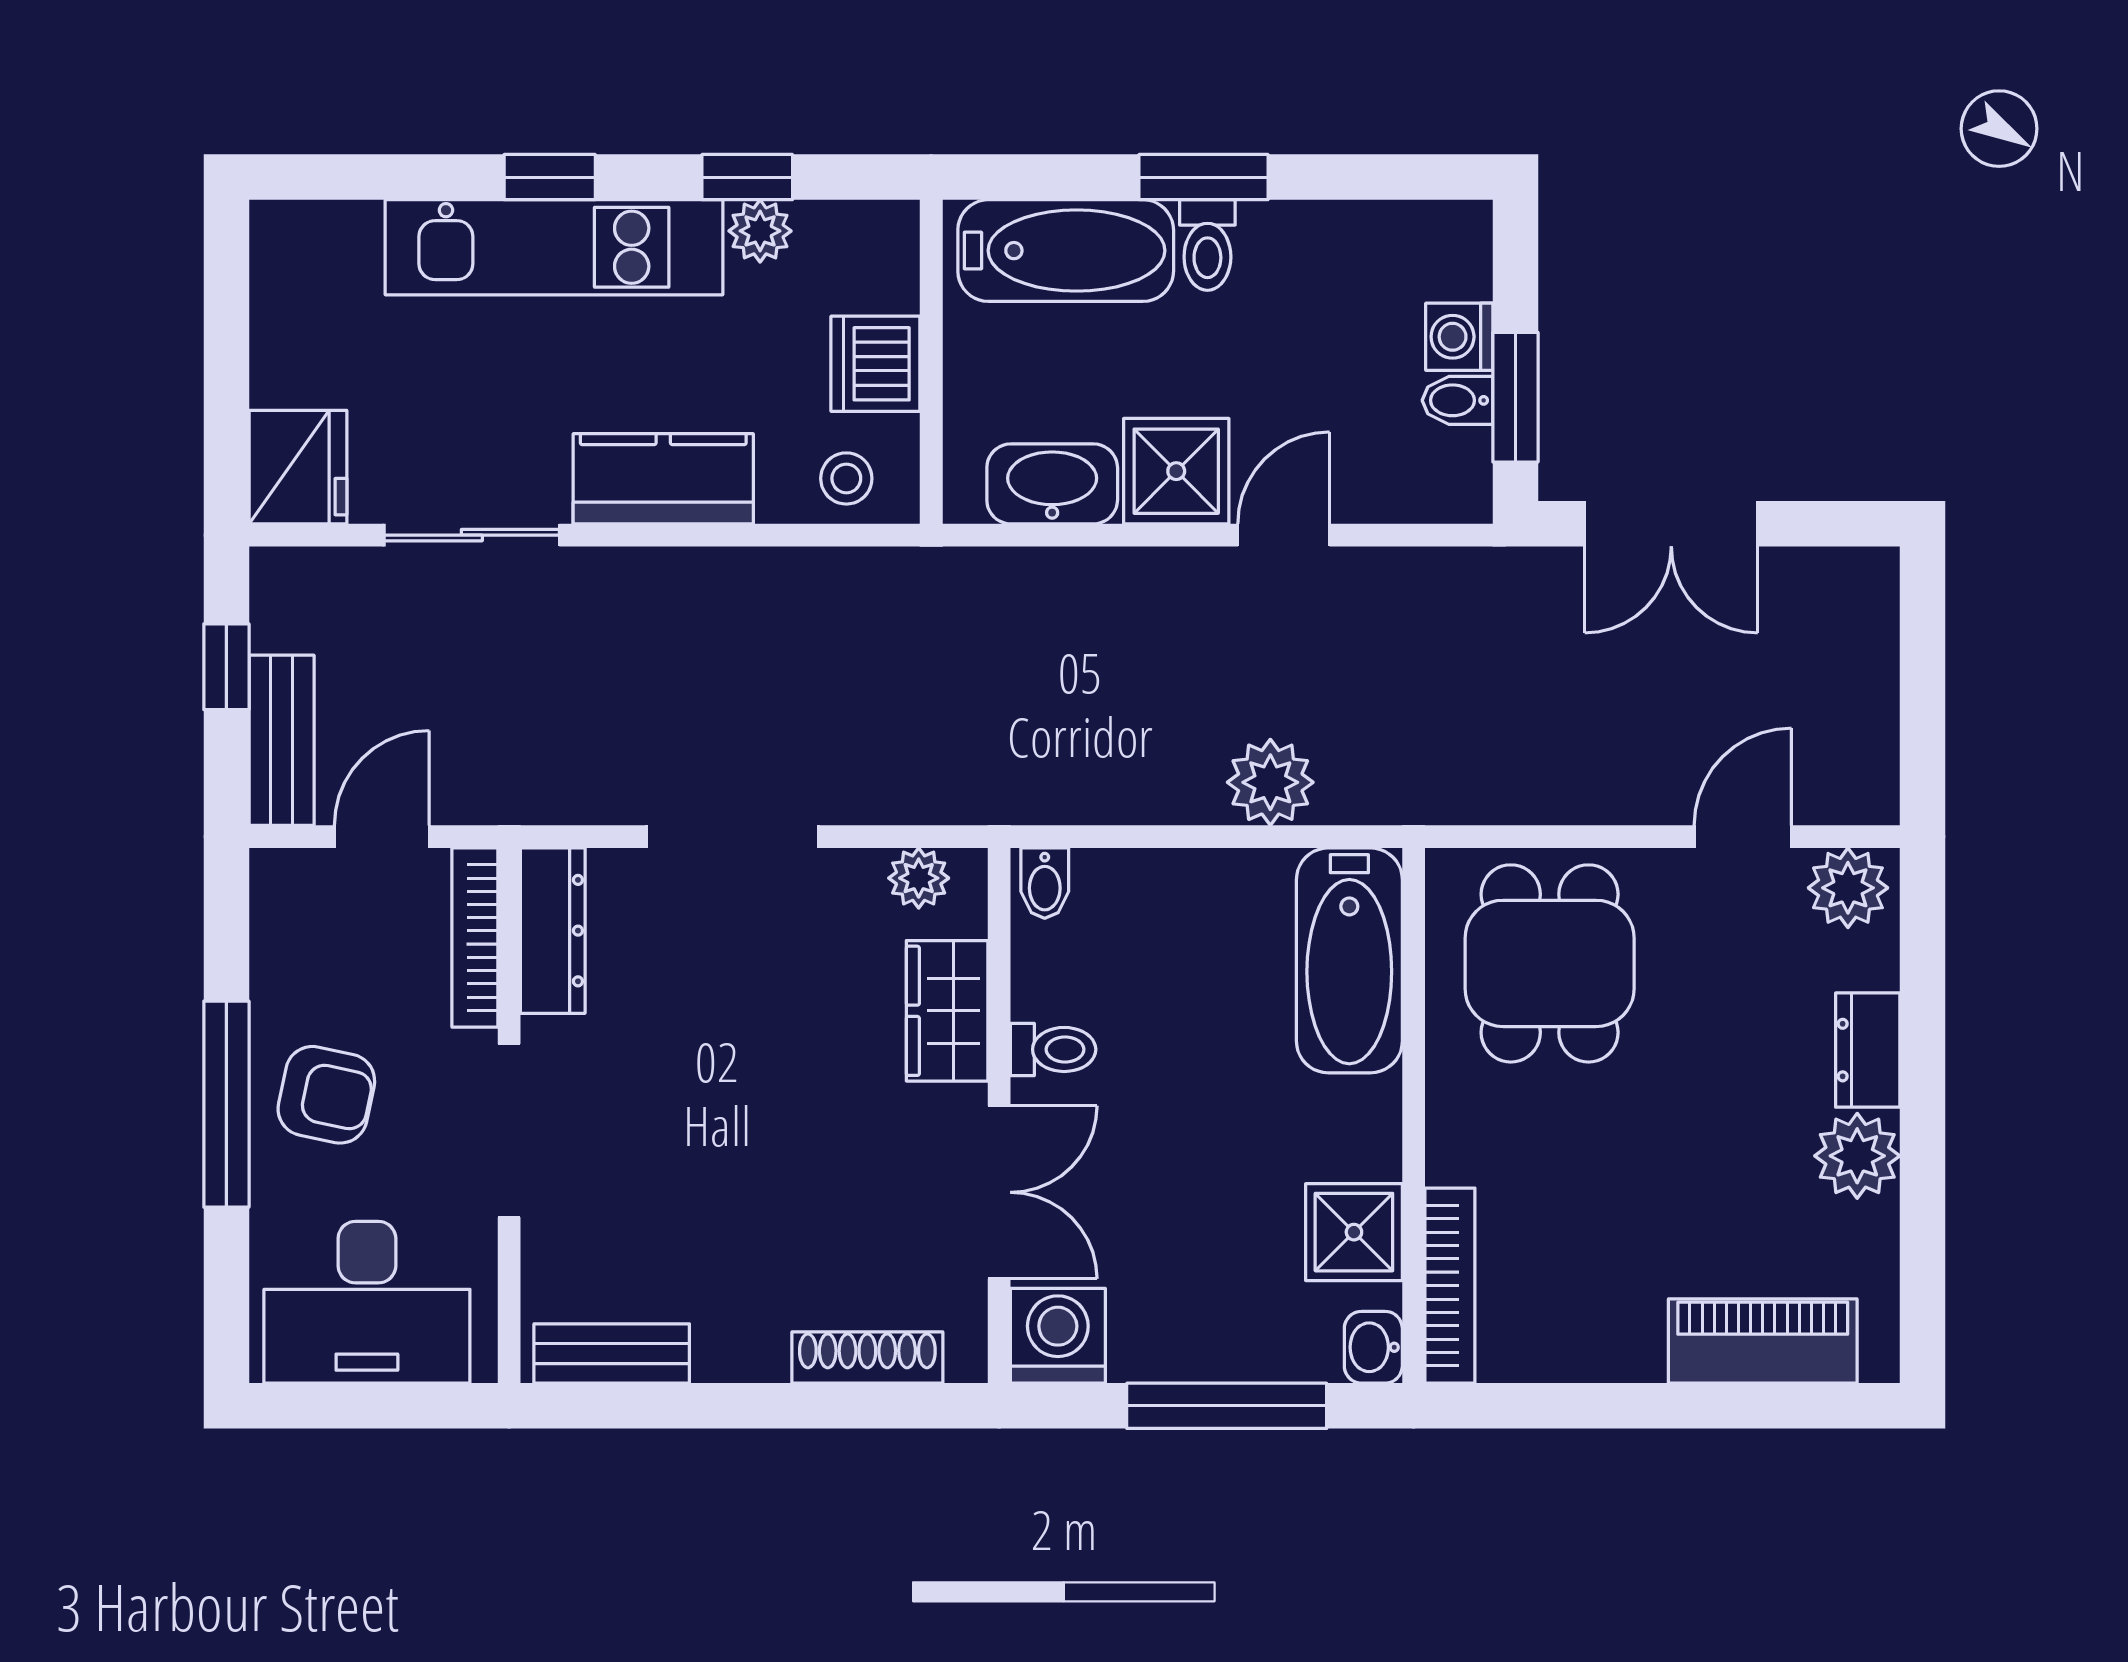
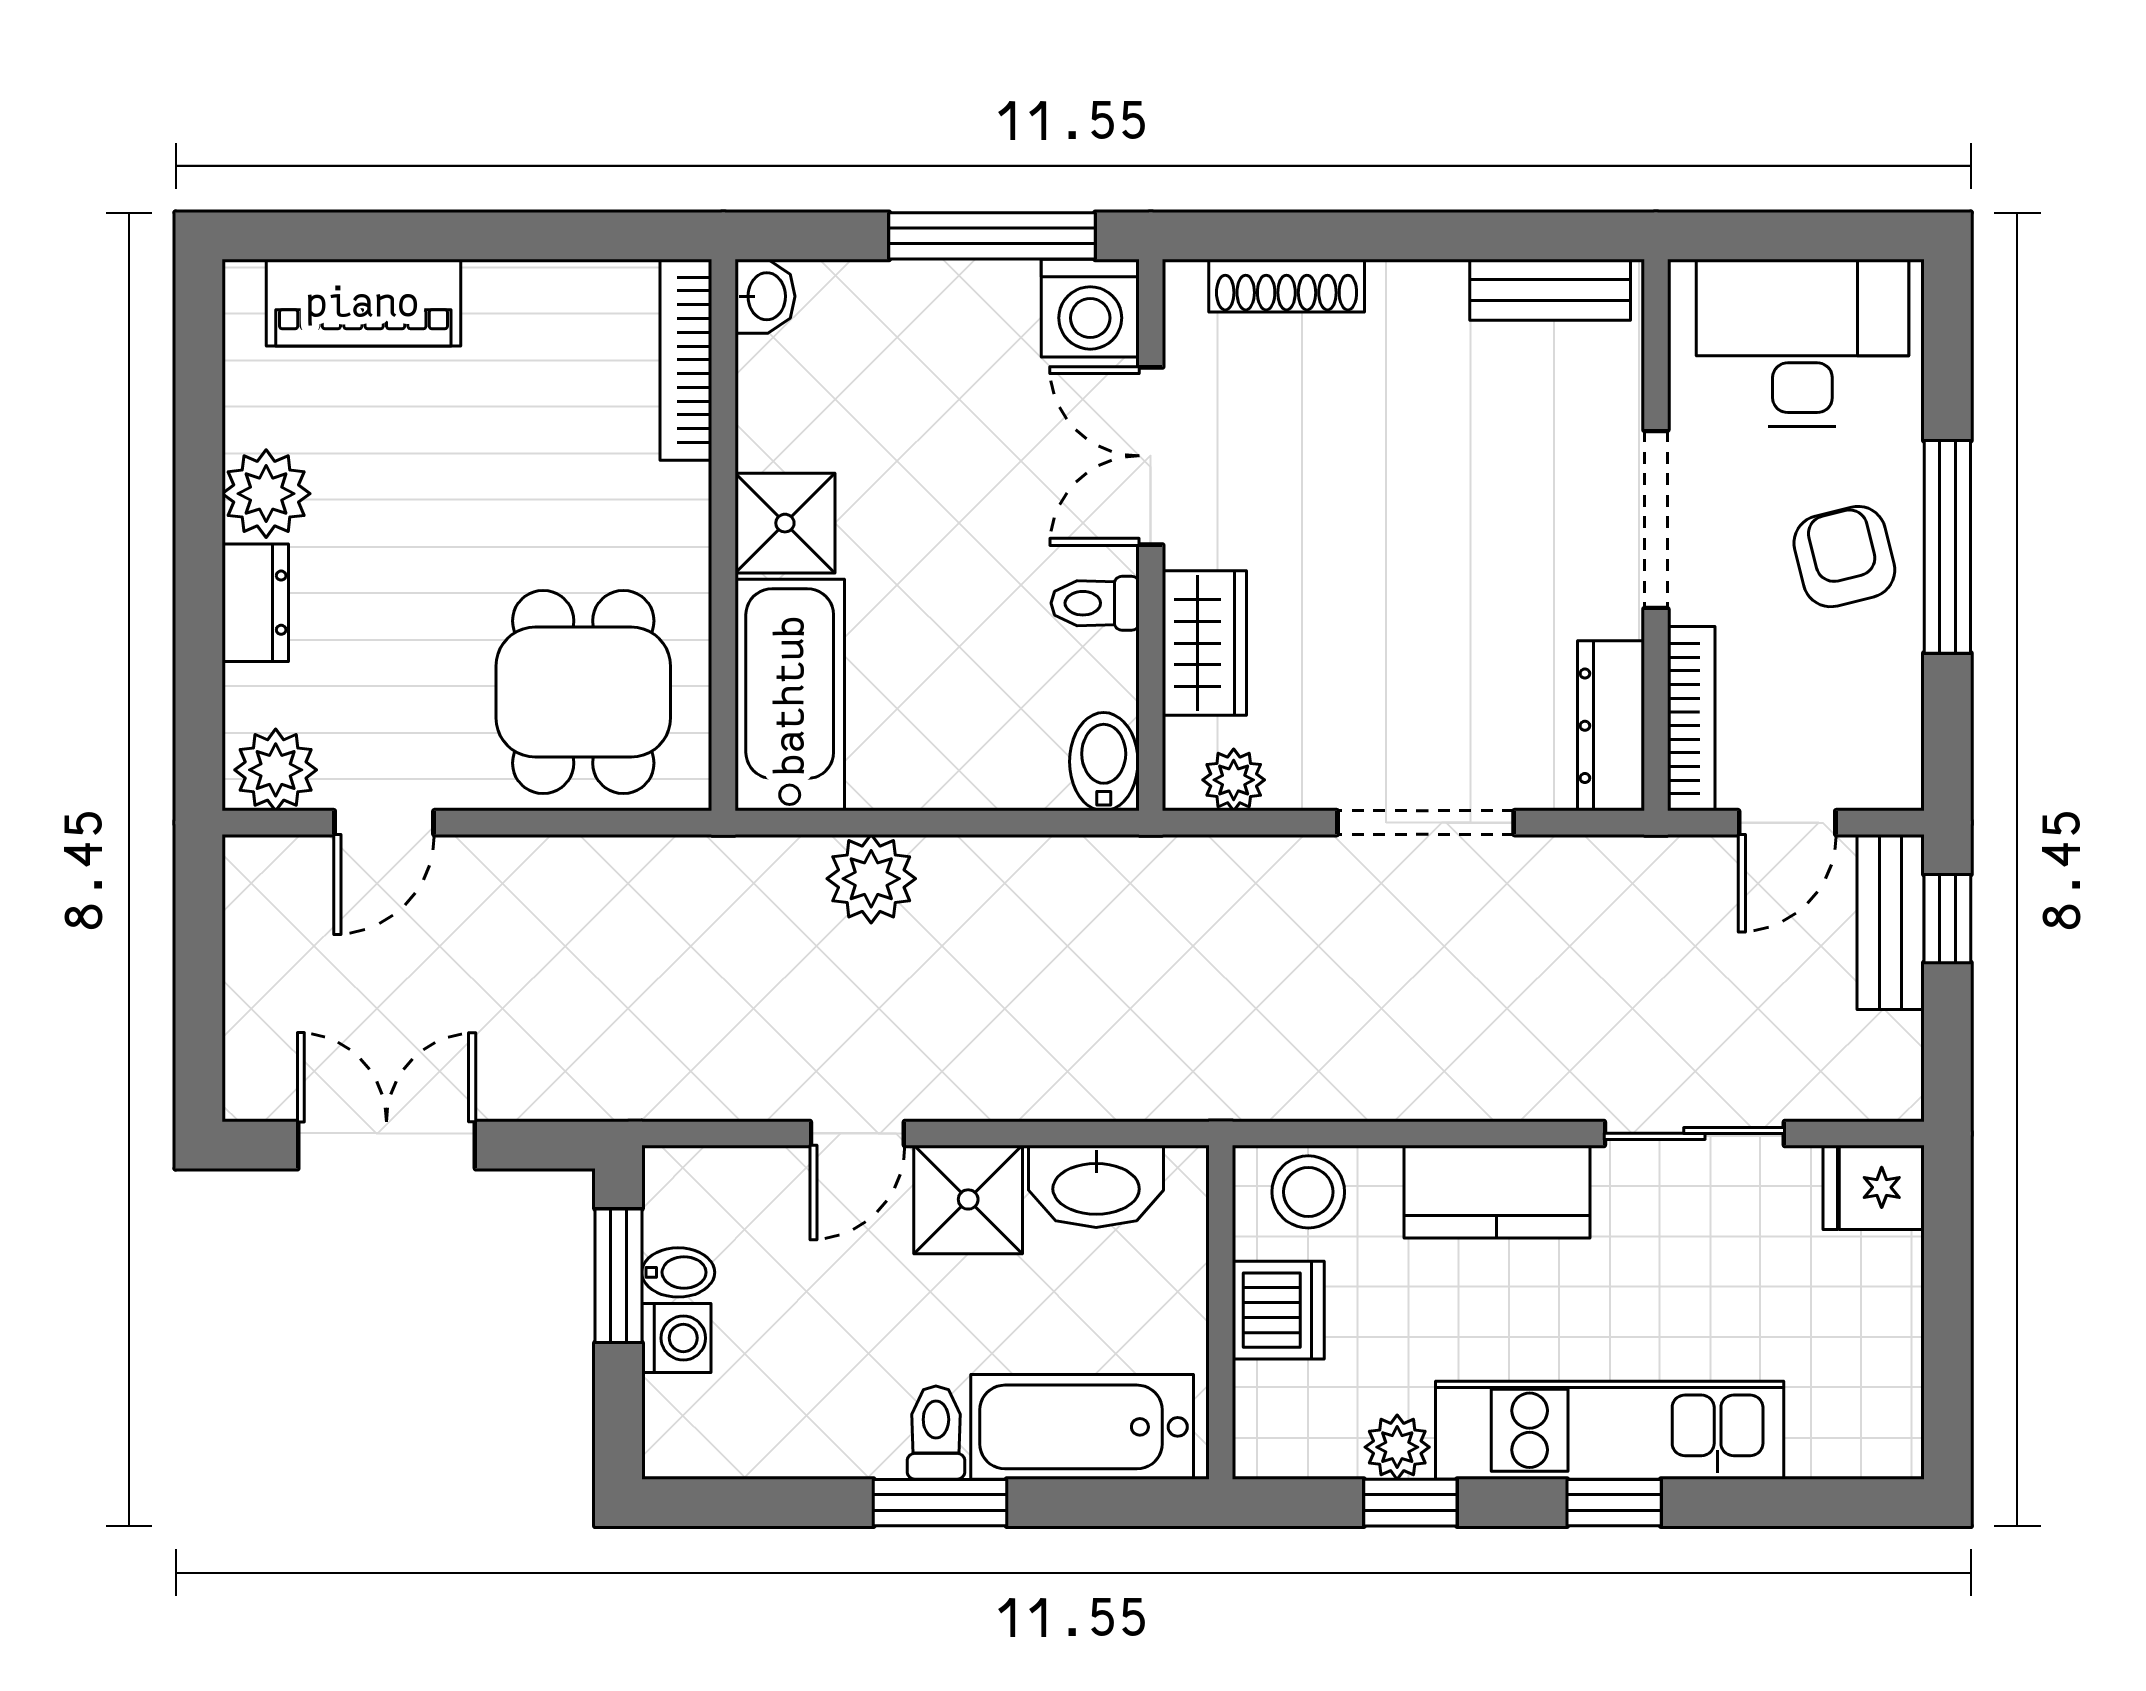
fridge: (298, 467) -> (1874, 1187), width x0.72
stool: (846, 478) -> (1308, 1192), width x1.37, depth x1.37
double door: (1671, 524) -> (387, 1145), moved
window: (226, 667) -> (1947, 919), moved
bidet: (1045, 883) -> (1104, 762), width x1.38, depth x1.36
armchair: (326, 1095) -> (1844, 557), turned 64
shower: (1354, 1232) -> (785, 523), moved
window: (1227, 1406) -> (992, 236), moved

